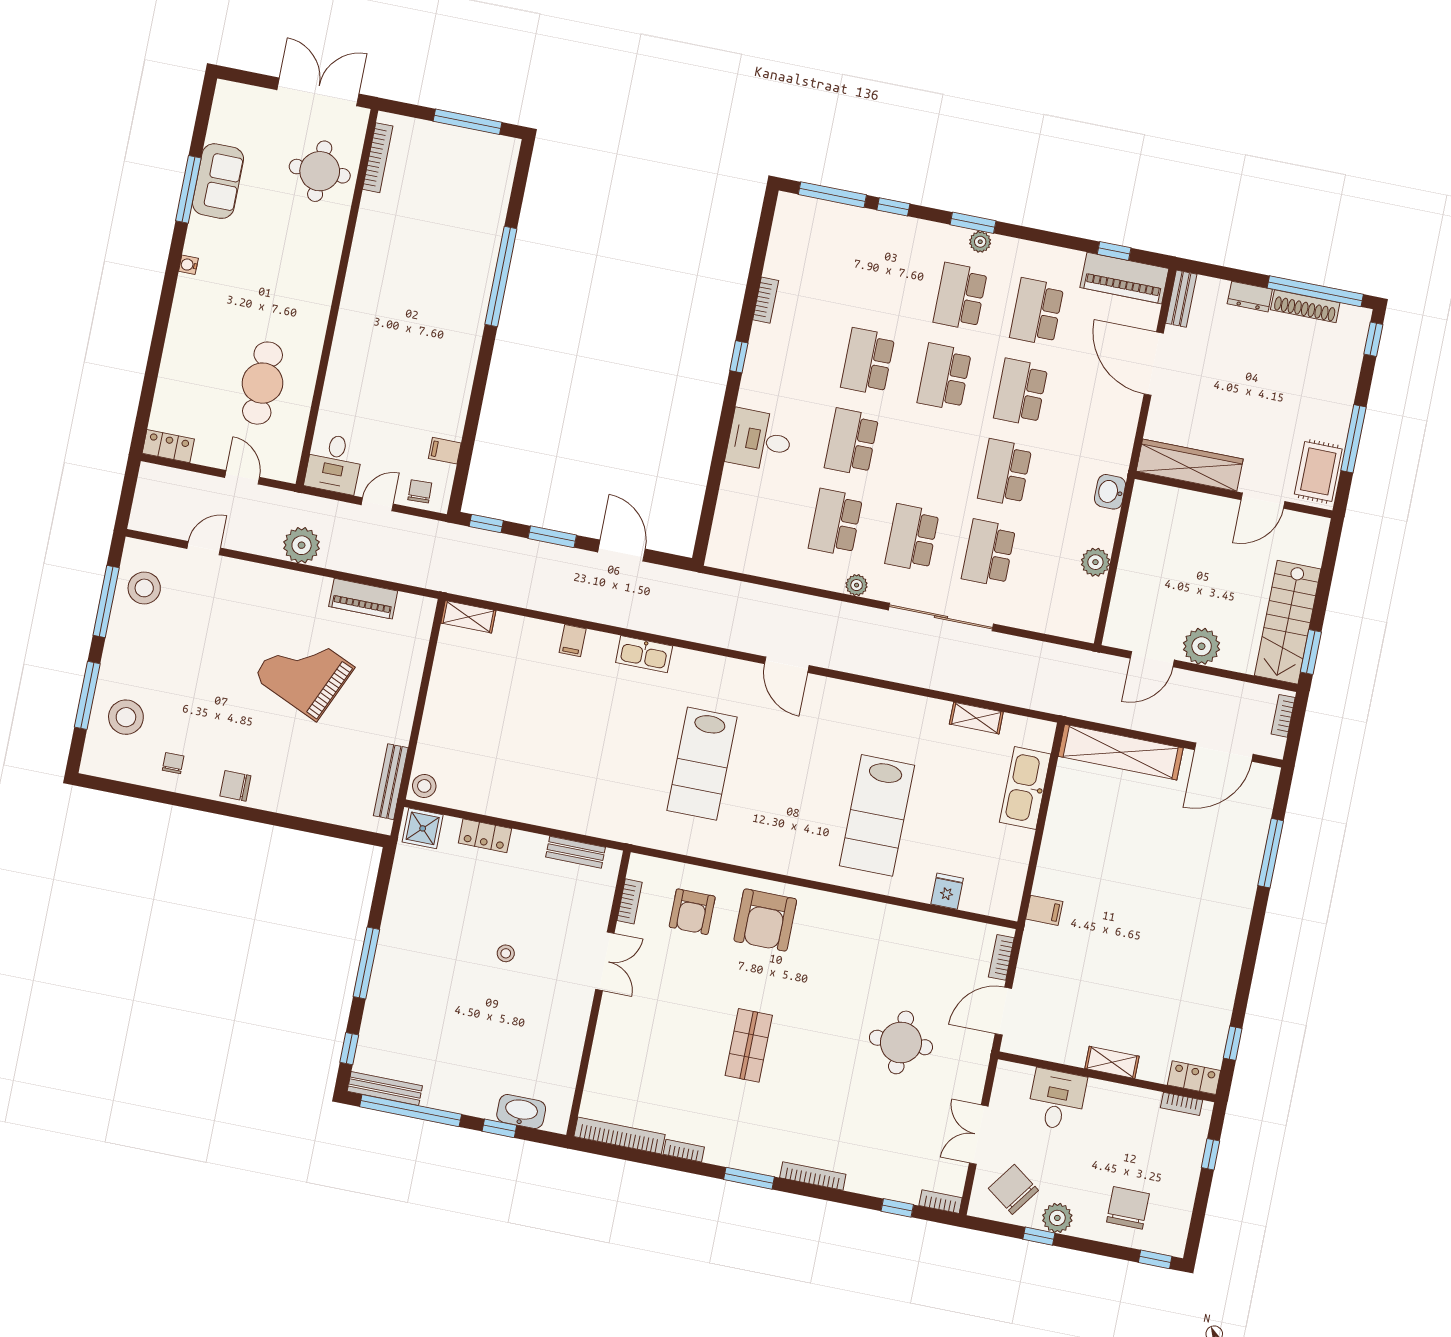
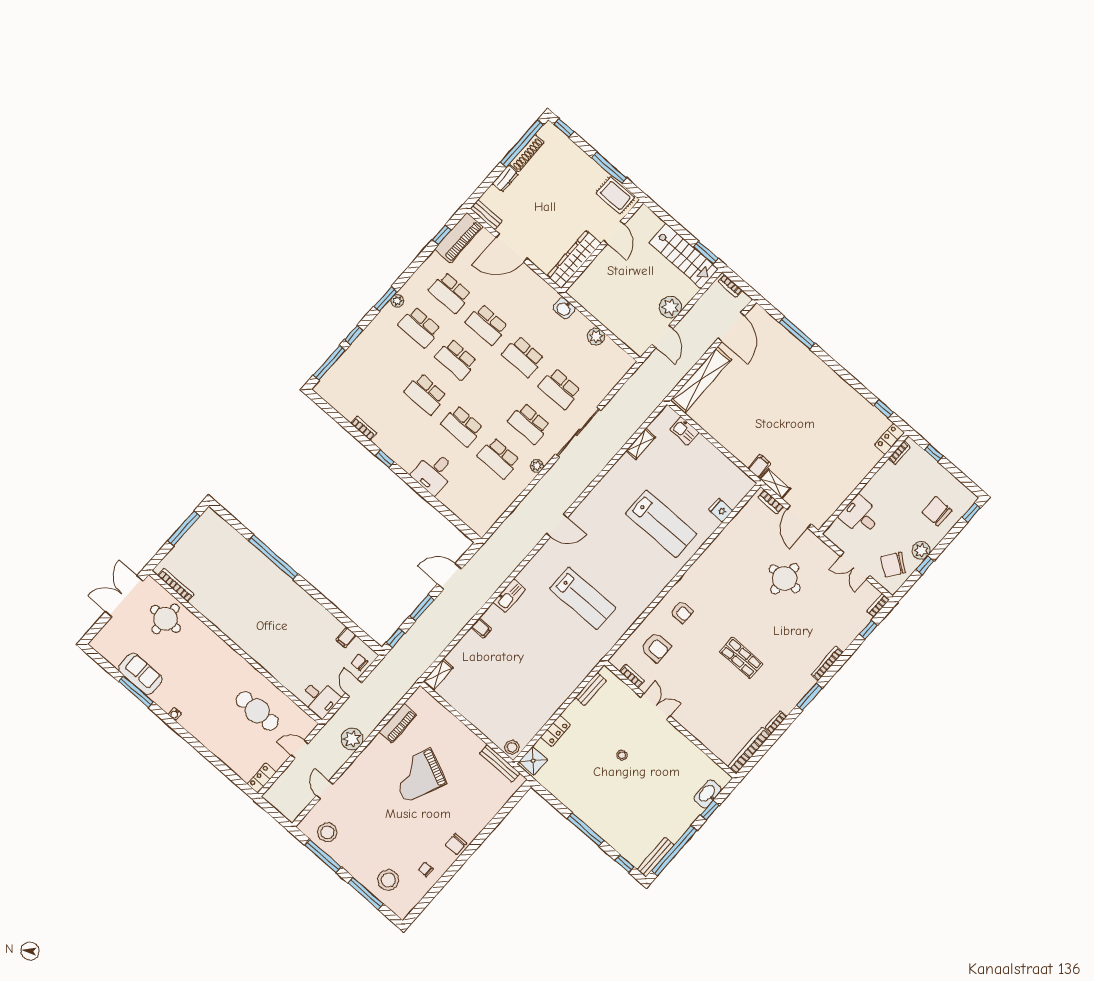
kitchen sink: (1025, 788) -> (684, 431), width x0.53, depth x0.81
armchair: (765, 920) -> (682, 612), width x0.53, depth x0.53
shelving: (1112, 1062) -> (775, 484), moved, turned 90

